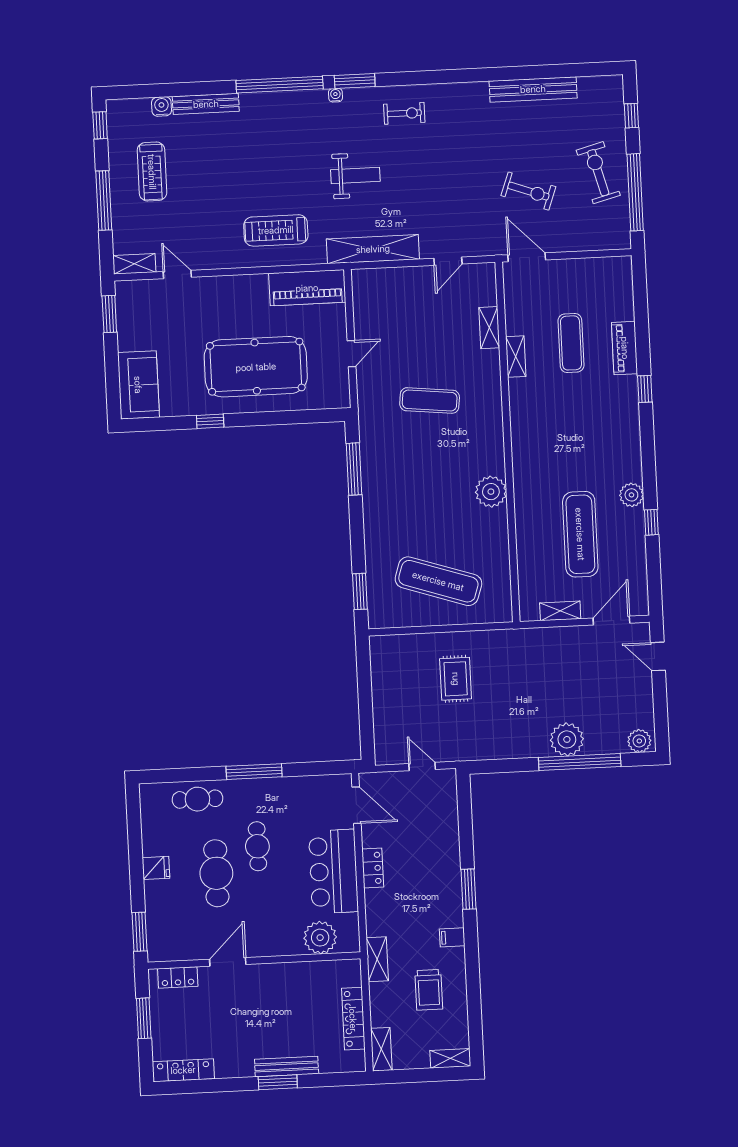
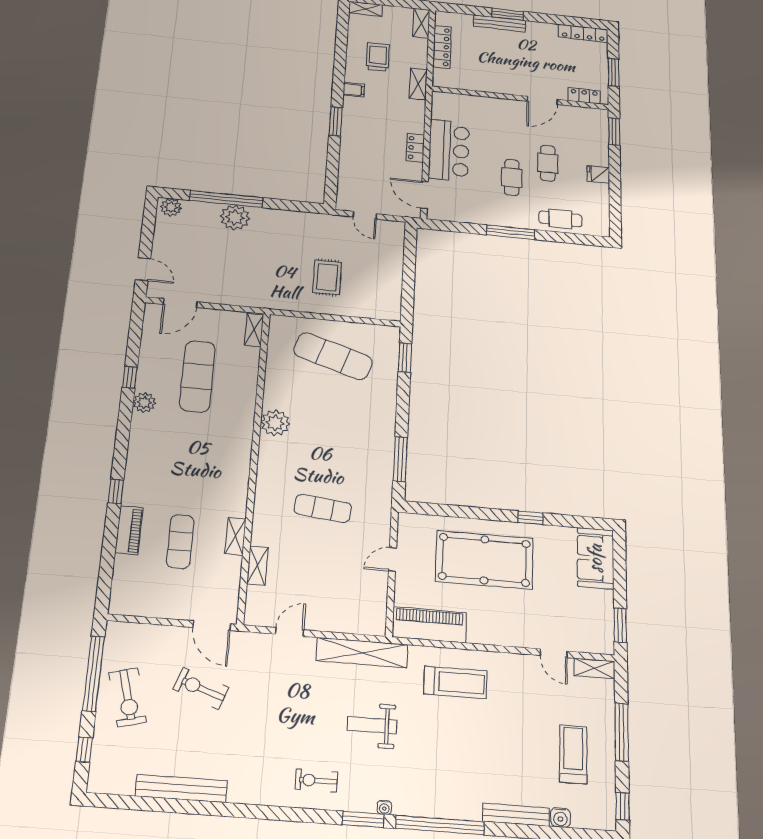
shelving: (560, 611) -> (254, 330), moved, turned 90
cafe table: (216, 873) -> (548, 163), width x0.73, depth x0.74
plant: (320, 938) -> (464, 106), removed

